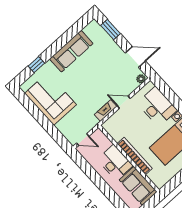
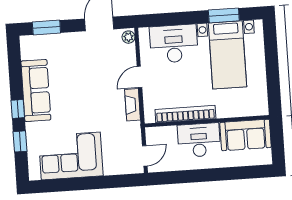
window: (53, 49) -> (18, 109), added
bookcase: (135, 156) -> (185, 114), moved

